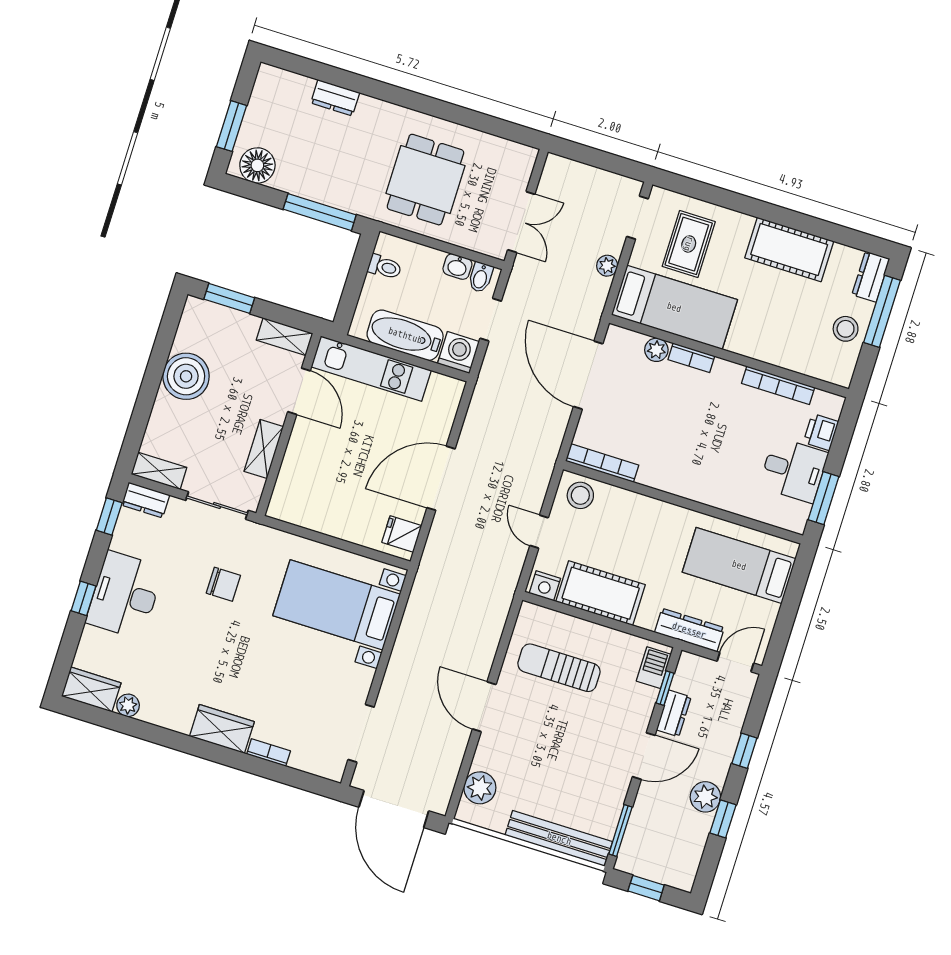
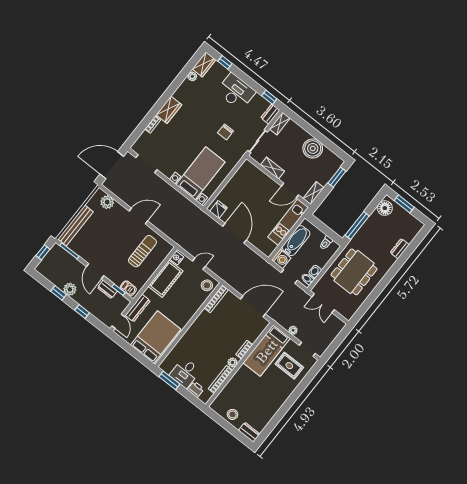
dining table: (425, 180) -> (354, 272), width x1.38
cot: (789, 250) -> (272, 404), removed
window: (882, 311) -> (234, 431), removed
plant: (656, 350) -> (233, 363), moved
bed: (739, 565) -> (156, 337), width x1.50
window: (84, 598) -> (225, 62), moved

